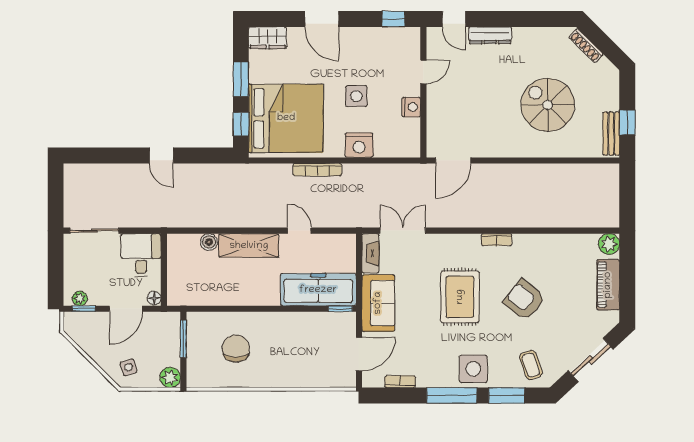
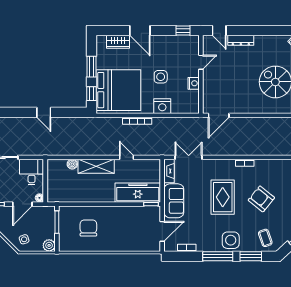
wardrobe: (268, 38) -> (118, 42), moved

